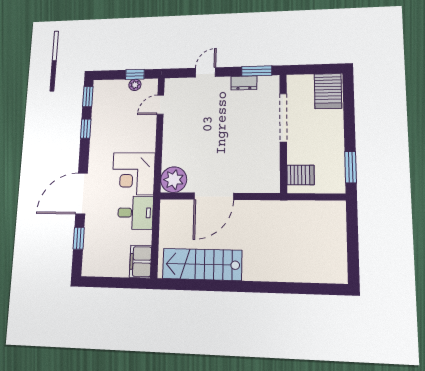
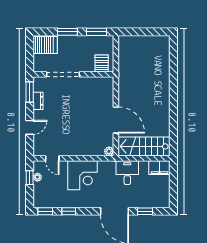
door: (206, 72) -> (30, 127), swing flipped
window: (349, 123) -> (67, 32), added
corner desk: (134, 174) -> (83, 175), moved
plant: (174, 180) -> (109, 151), width x0.53, depth x0.53
stairs: (202, 264) -> (144, 146), moved, turned 90

